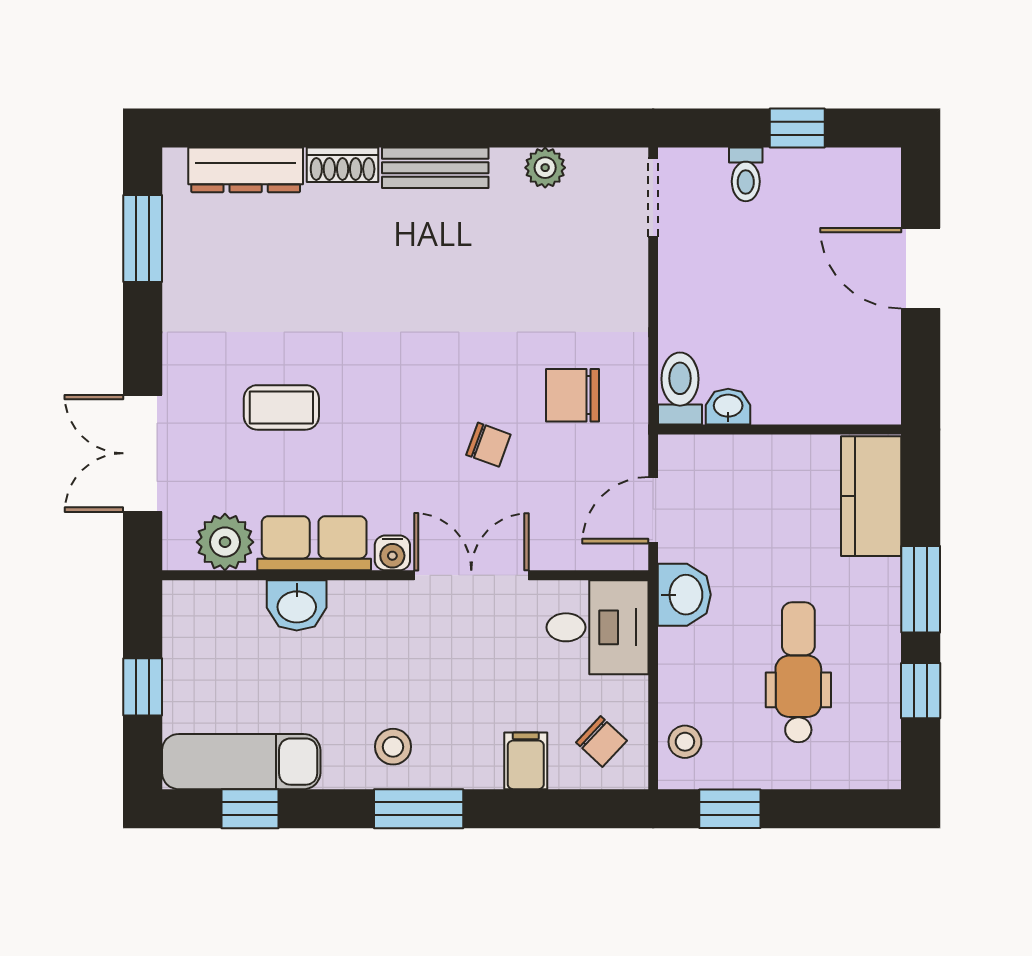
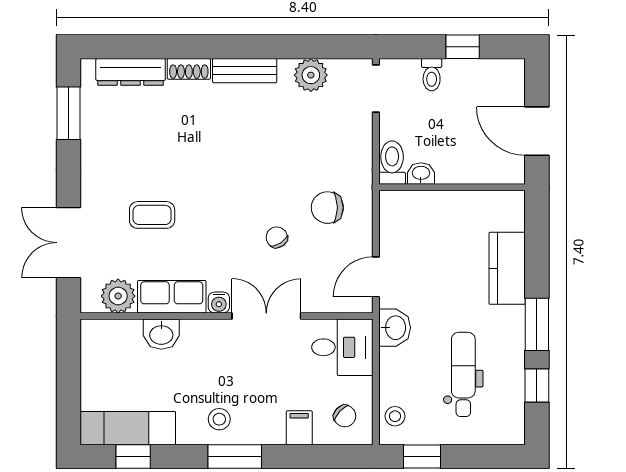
plant: (545, 168) -> (311, 75), width x1.38, depth x1.38
toilet: (680, 388) -> (392, 163), moved
washbasin: (728, 407) -> (421, 174), moved
wall: (780, 429) -> (452, 187), moved
chair: (488, 445) -> (277, 237), turned -142
window: (143, 687) -> (69, 383), removed

